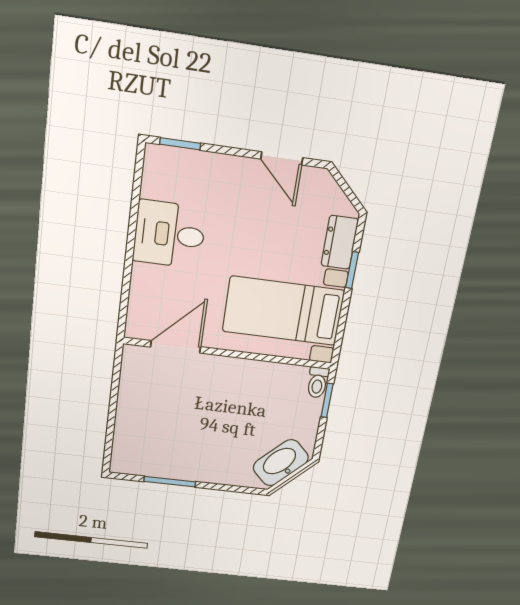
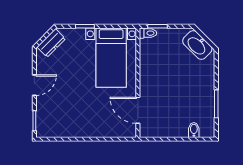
door: (282, 158) -> (34, 85), moved
desk: (169, 234) -> (79, 121), removed
dresser: (340, 242) -> (51, 43), moved, turned -45
bidet: (126, 440) -> (194, 130), added

